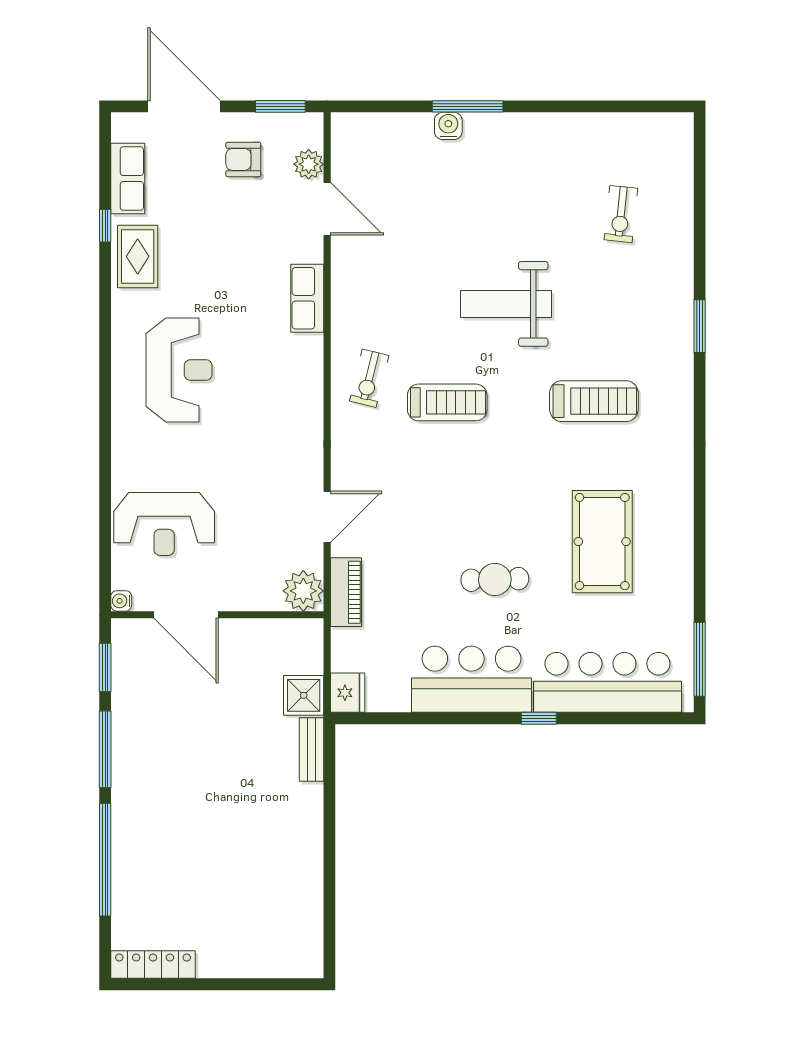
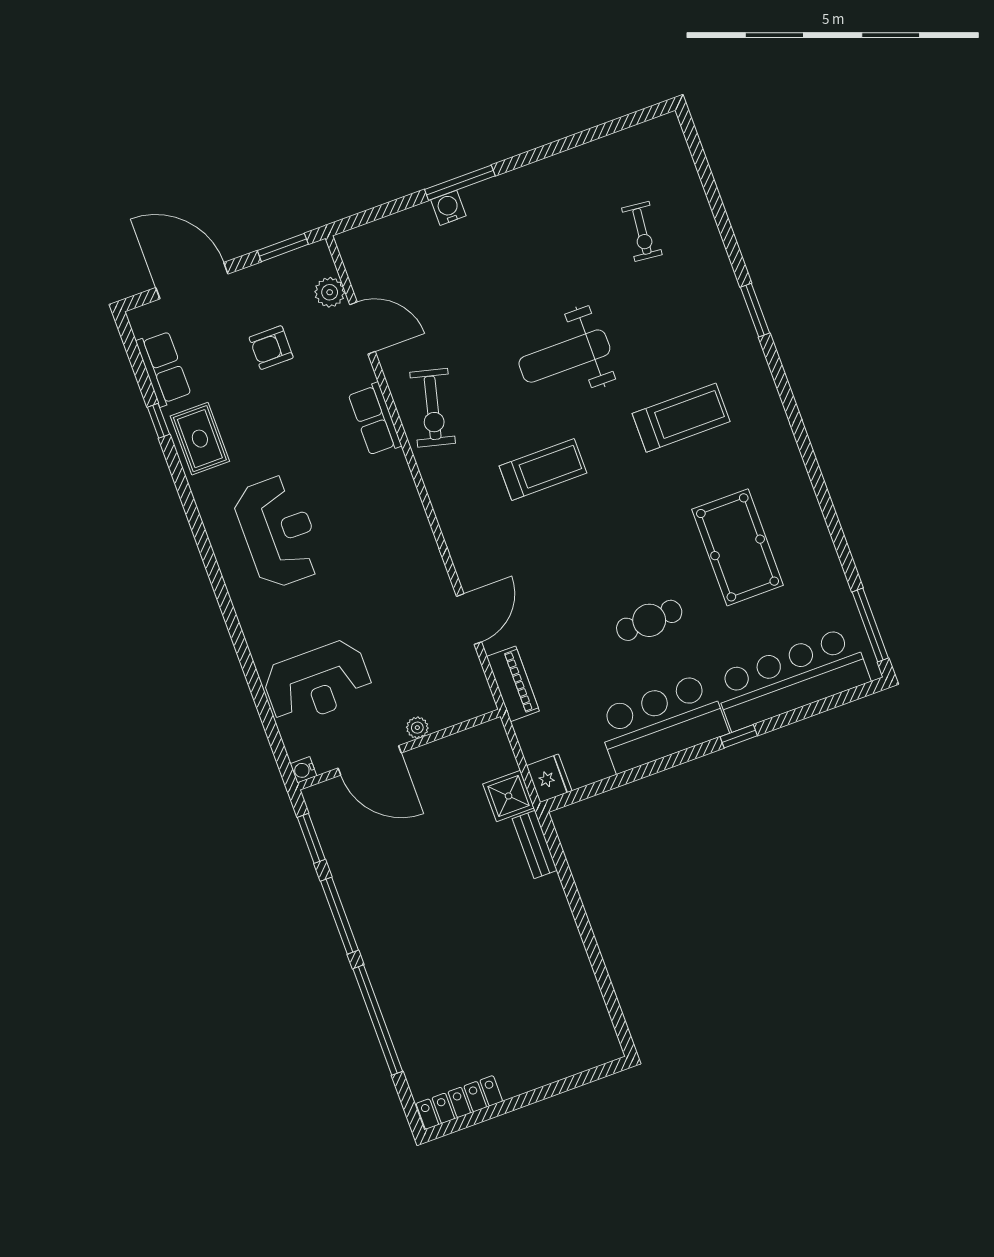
armchair: (243, 159) -> (271, 348), moved
exercise bike: (369, 378) -> (433, 408), moved, width x1.38, depth x1.39
plant: (303, 591) -> (417, 728), moved, width x0.53, depth x0.53

